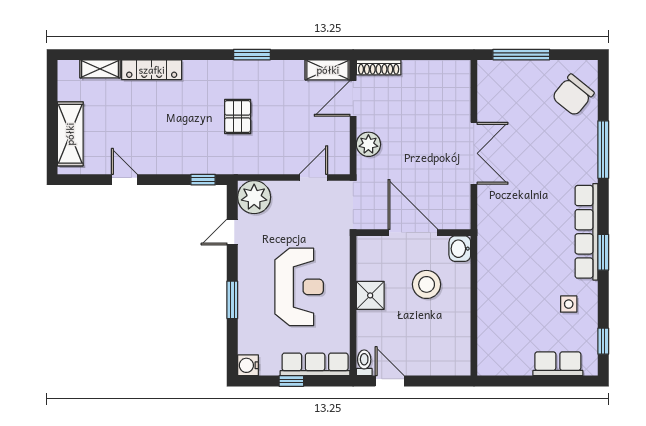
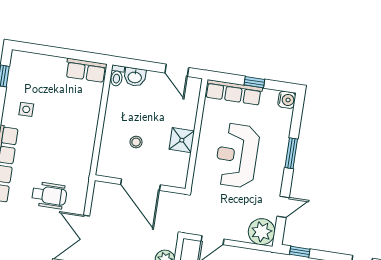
wheelchair: (524, 202) -> (49, 195), added
washbasin: (460, 249) -> (135, 77), moved, turned 90
stool: (427, 284) -> (136, 142), width x0.53, depth x0.53
toilet: (364, 363) -> (117, 76), moved
row of seats: (558, 364) -> (86, 70), moved

